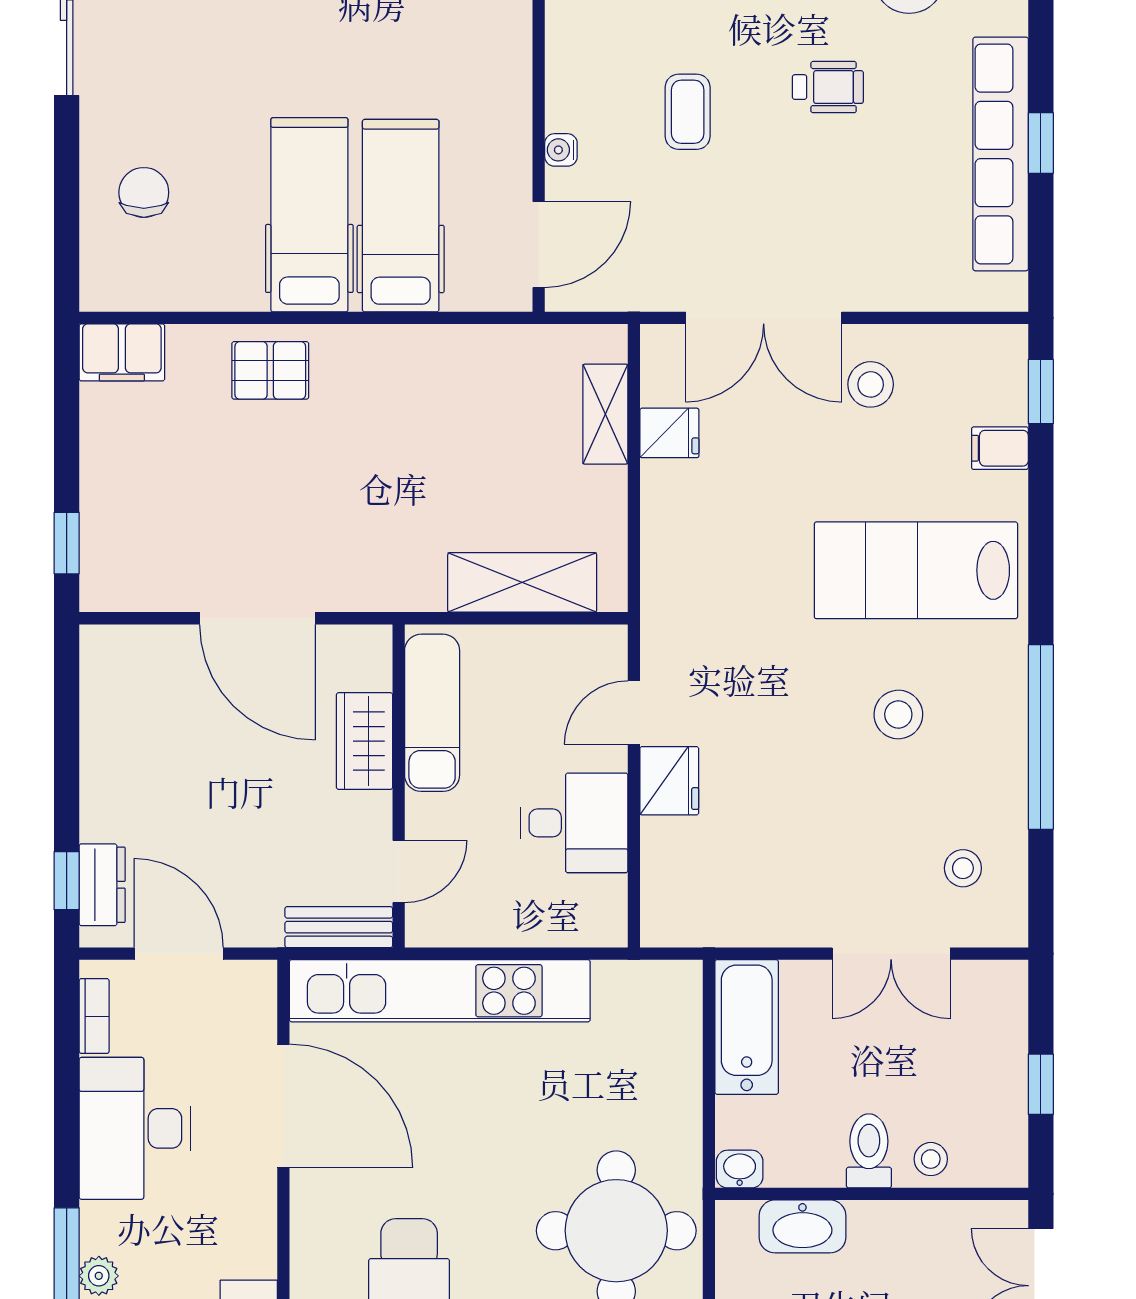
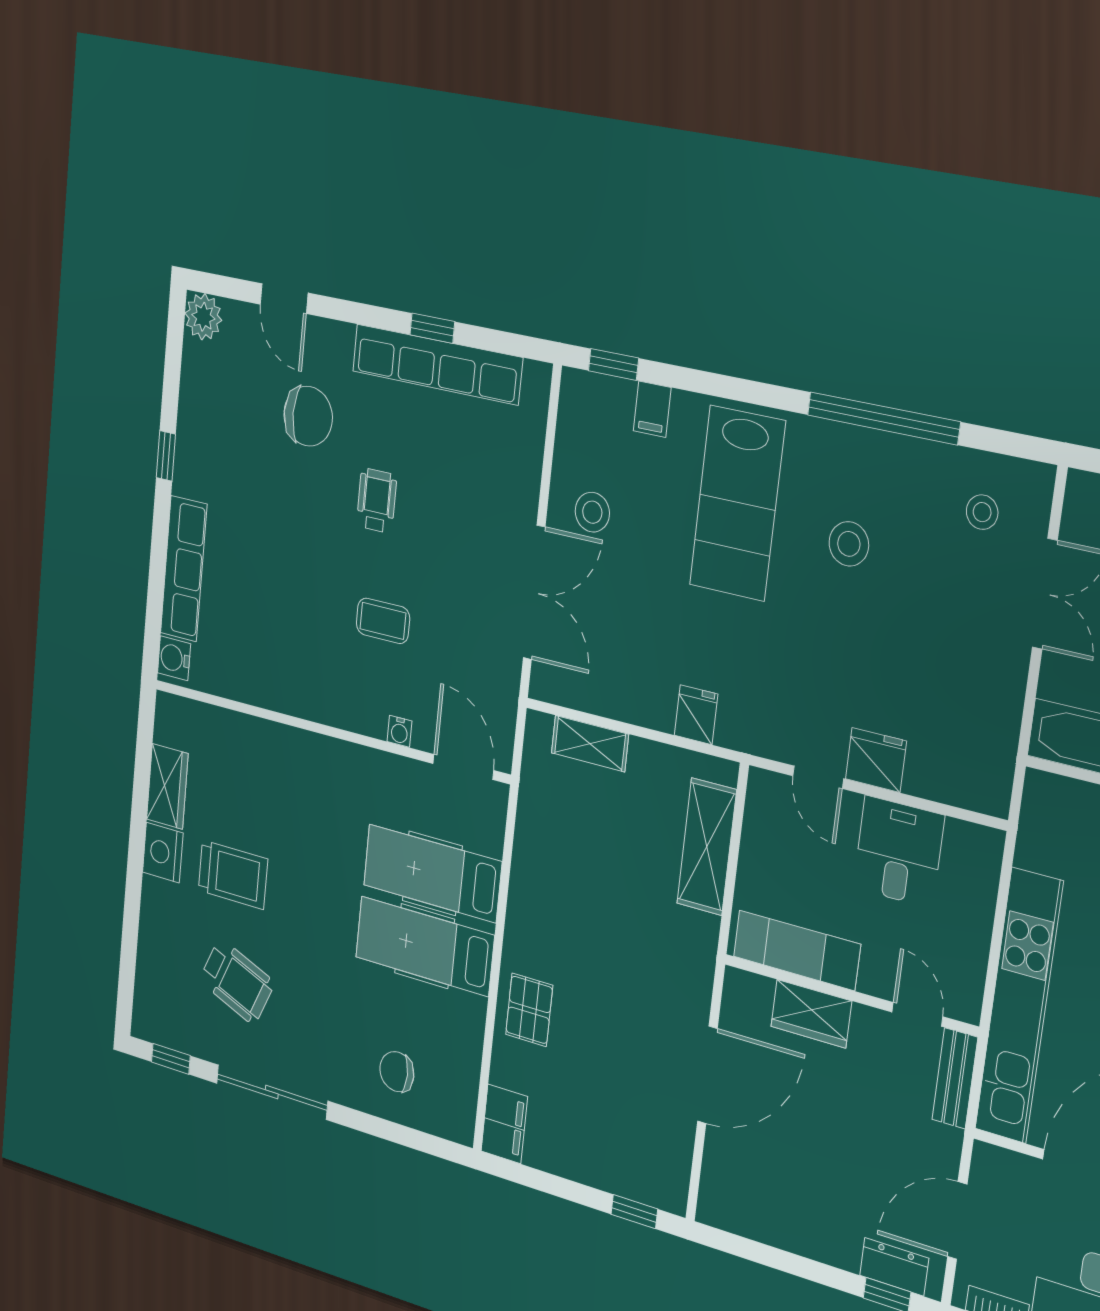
fridge: (669, 433) -> (696, 715), moved

